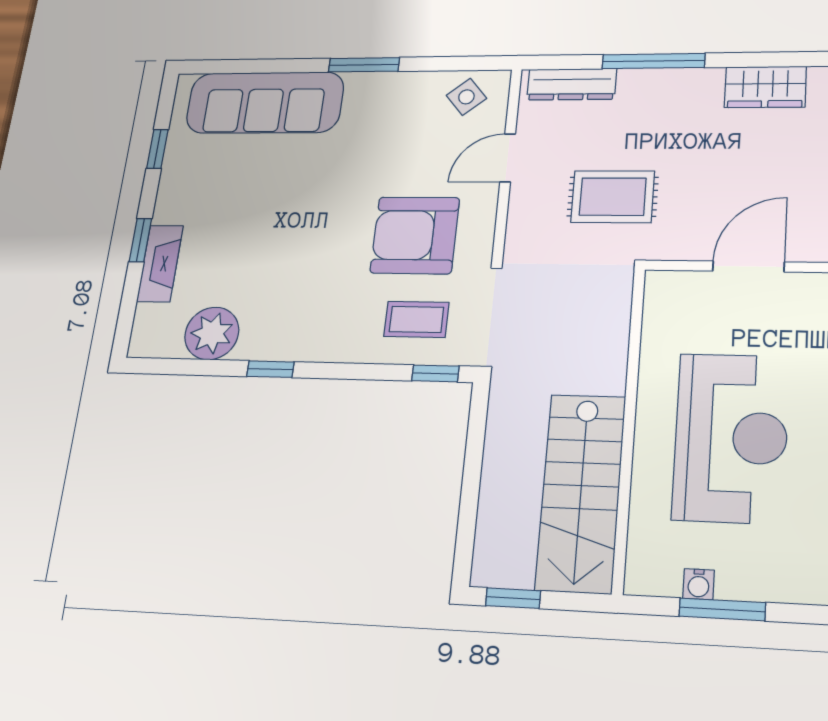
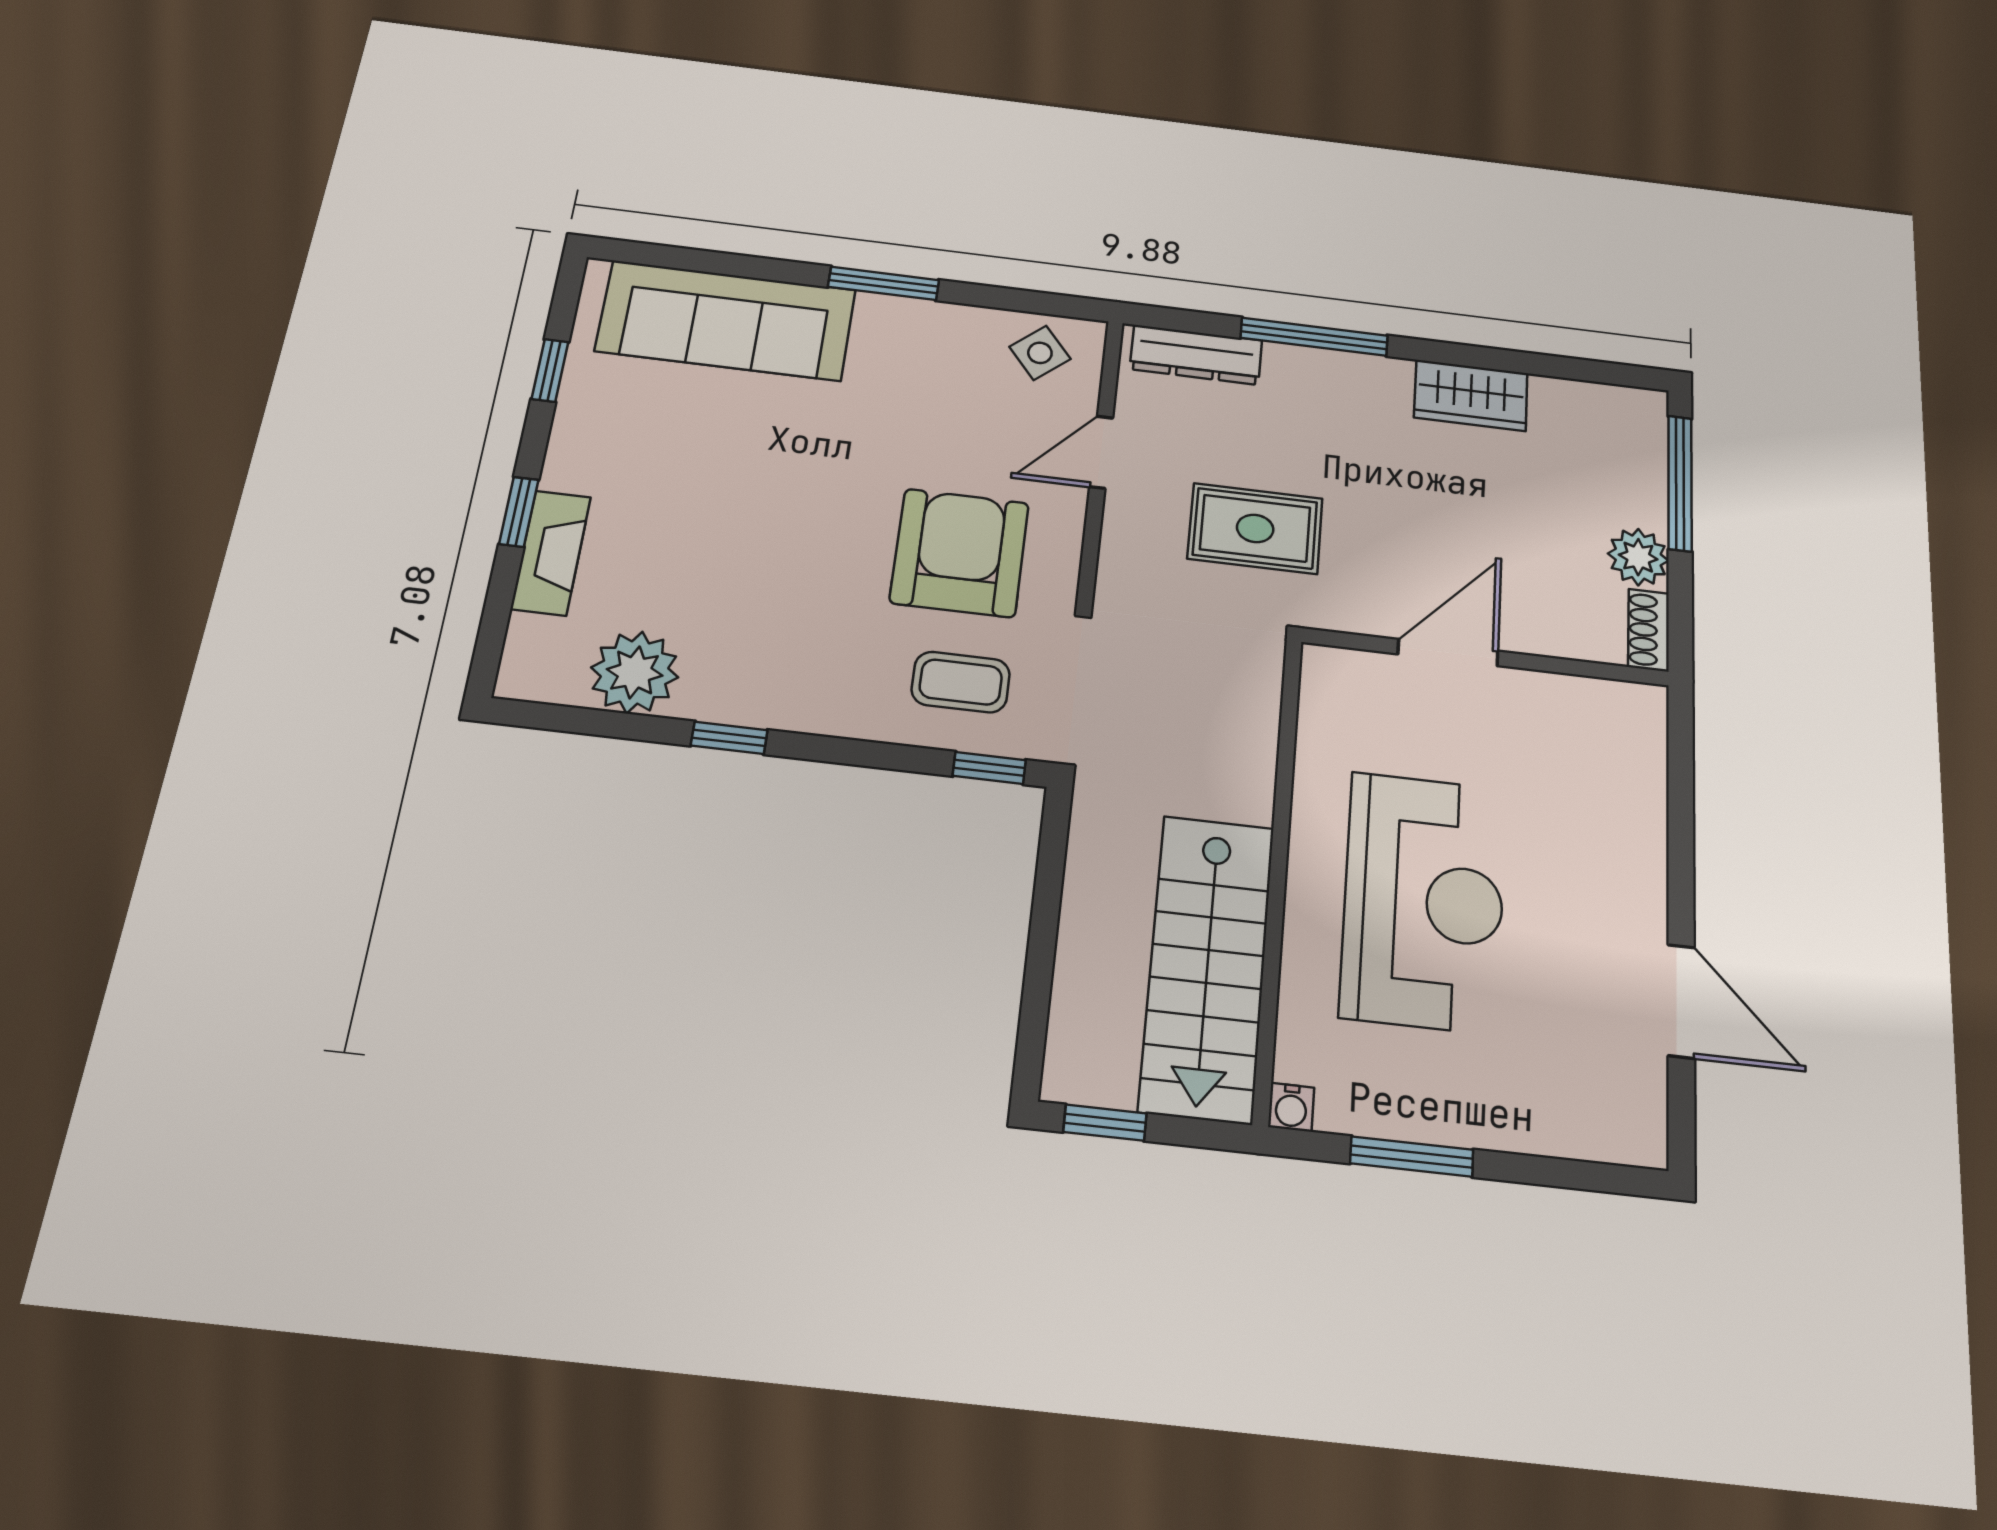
armchair: (415, 235) -> (960, 553), turned 90
water cooler: (699, 584) -> (1291, 1107), moved

